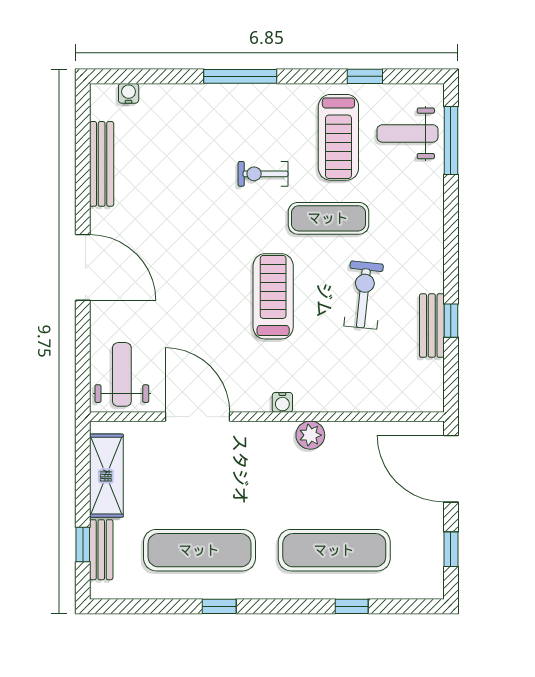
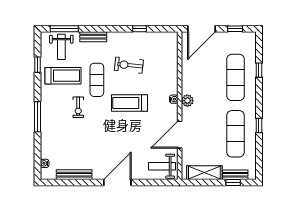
bench: (432, 326) -> (93, 37), moved
plant: (310, 435) -> (187, 101), moved

